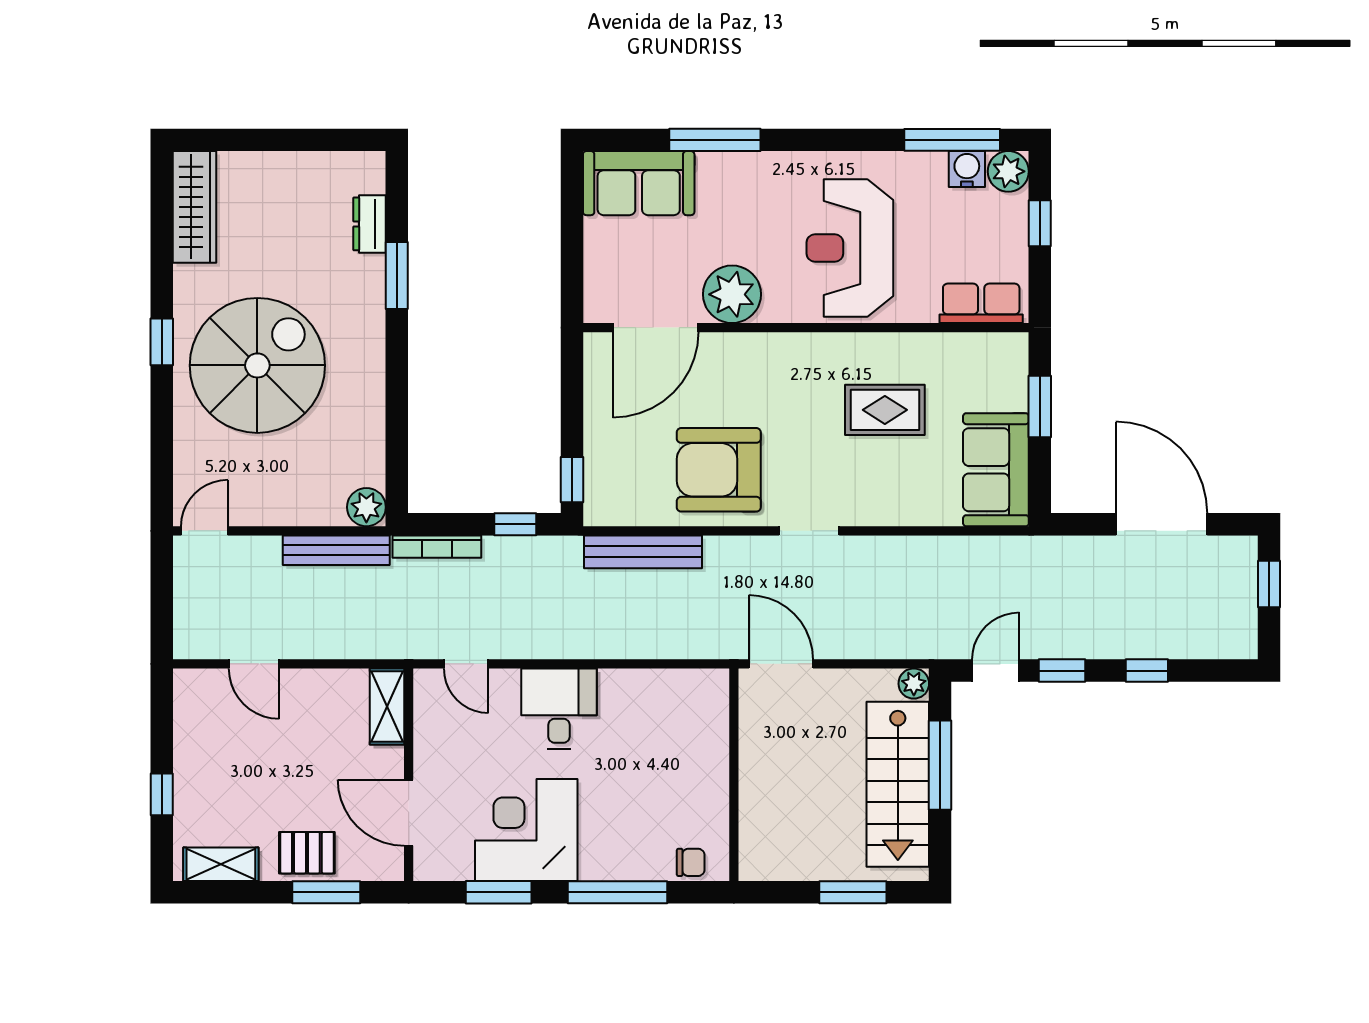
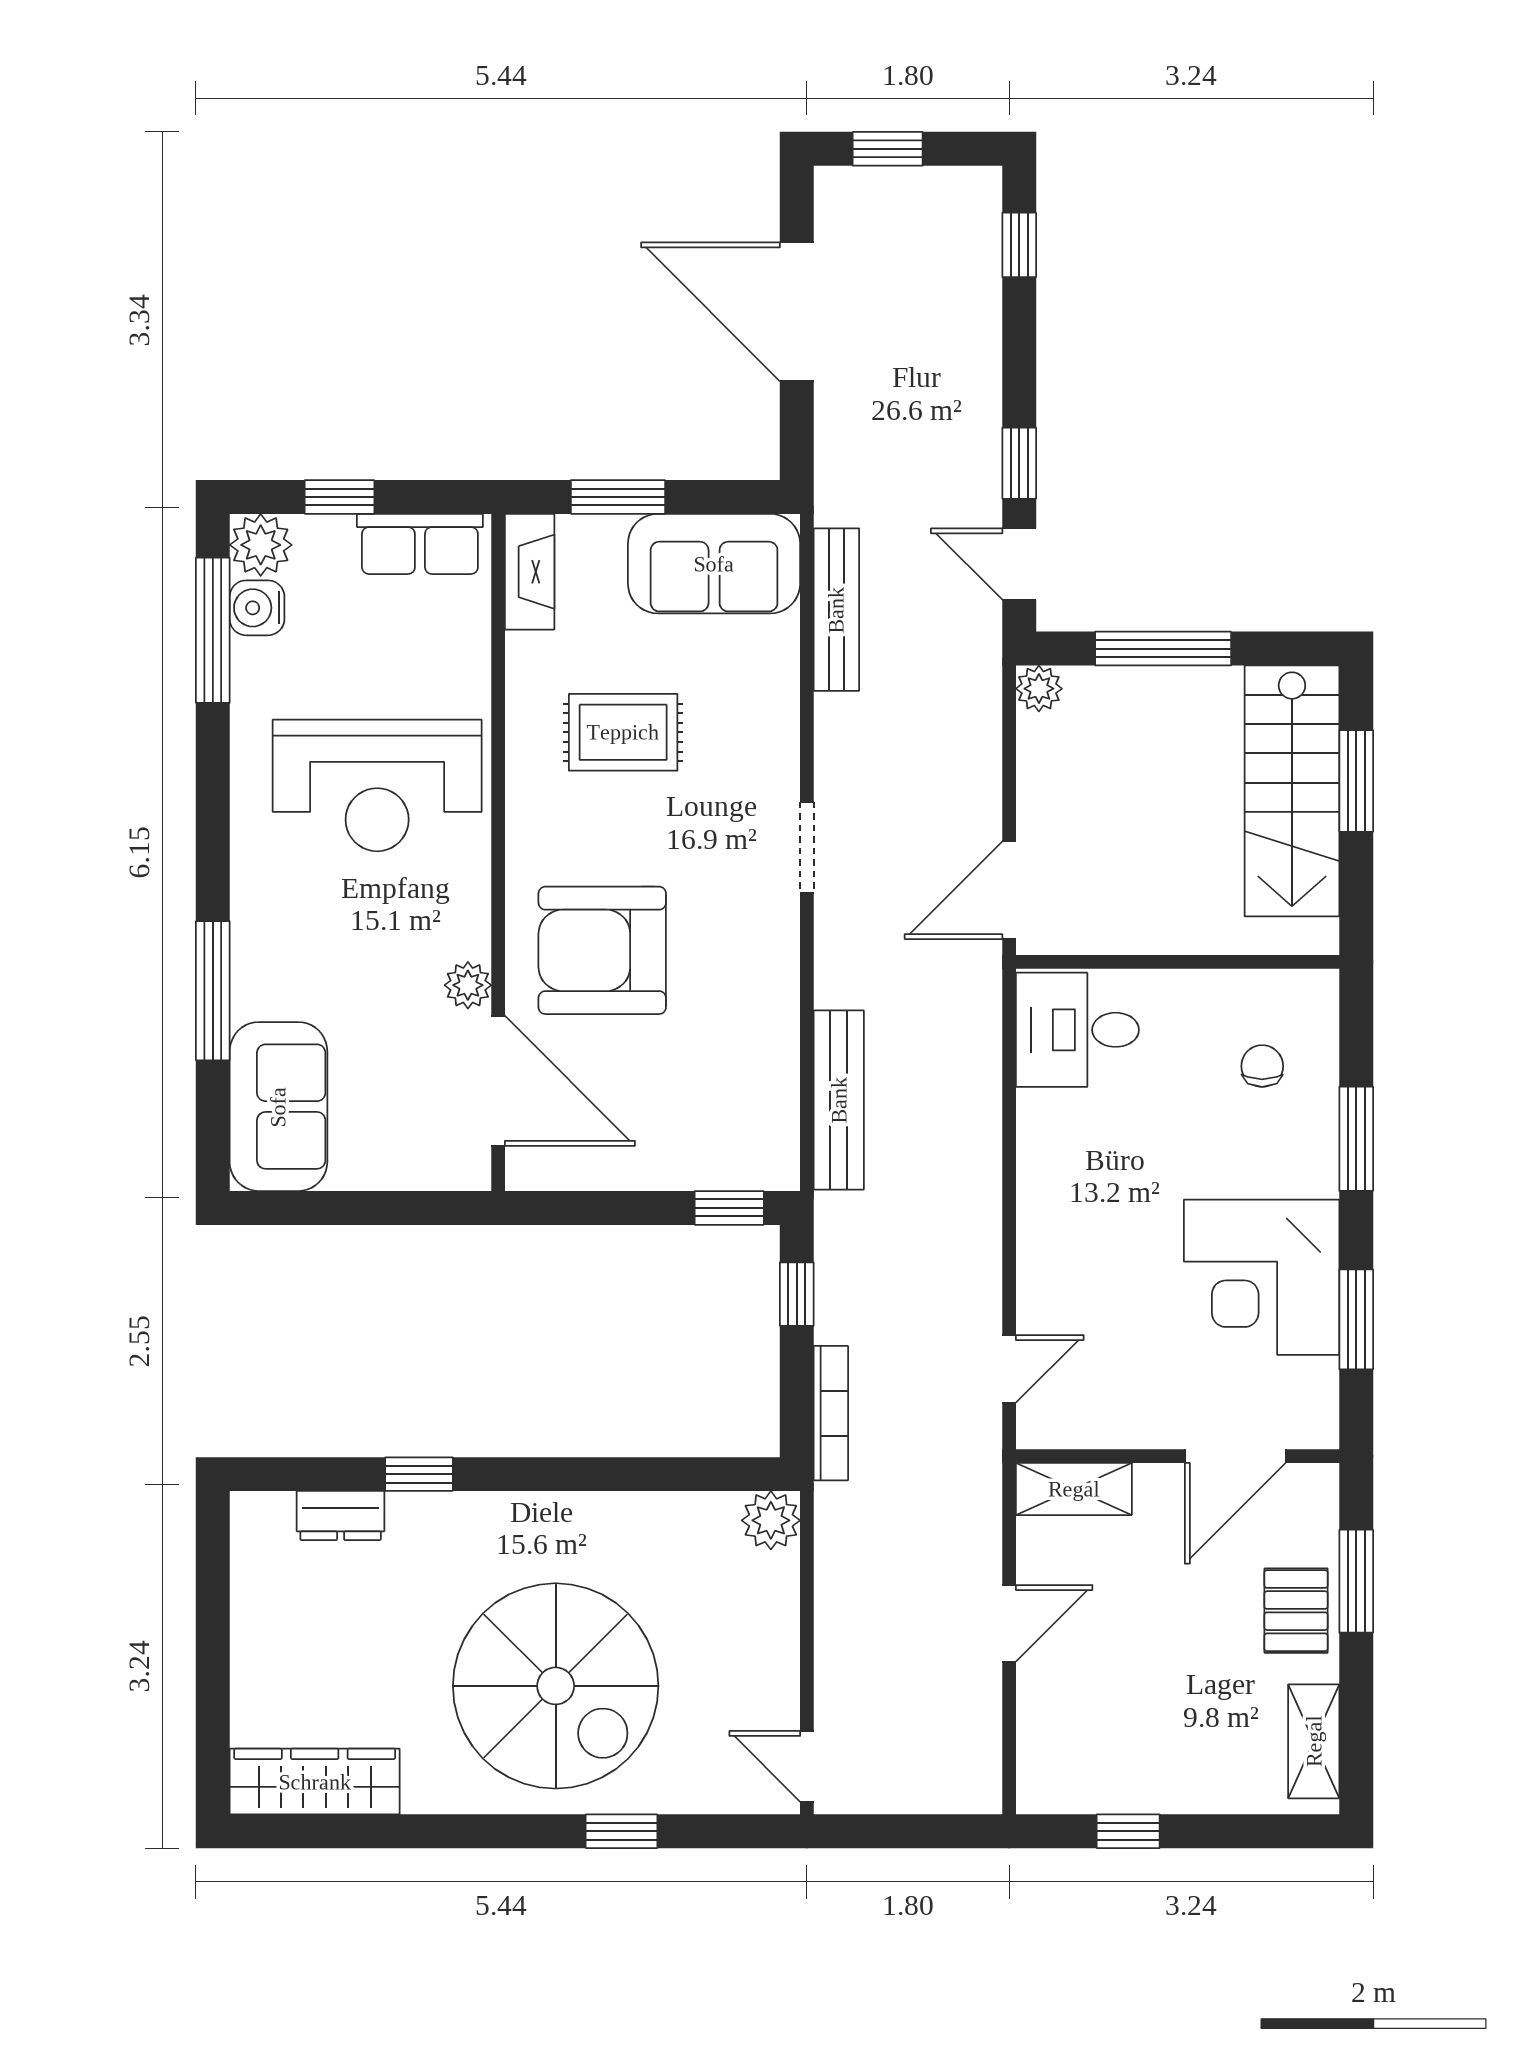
window: (397, 276) -> (419, 1474), width x0.67
plant: (732, 294) -> (468, 985), width x0.53, depth x0.53
row of seats: (981, 303) -> (420, 544), moved, turned -90
window: (162, 342) -> (622, 1831), moved
fireplace: (991, 348) -> (530, 572), added
spiral stairs: (257, 365) -> (556, 1686), turned 180
rug: (885, 410) -> (623, 732), turned 90
armchair: (719, 470) -> (602, 950), moved, turned 90
door: (1162, 524) -> (797, 312), hinge flipped
bench: (336, 550) -> (836, 610), moved
door: (254, 664) -> (1009, 1623), moved
window: (1147, 671) -> (1019, 245), moved
desk: (559, 709) -> (1077, 1030), moved
stairs: (898, 784) -> (1292, 791), moved, turned 90
window: (162, 794) -> (1128, 1831), moved
chair: (691, 862) -> (1262, 1066), moved
window: (617, 892) -> (1356, 1139), width x0.69

